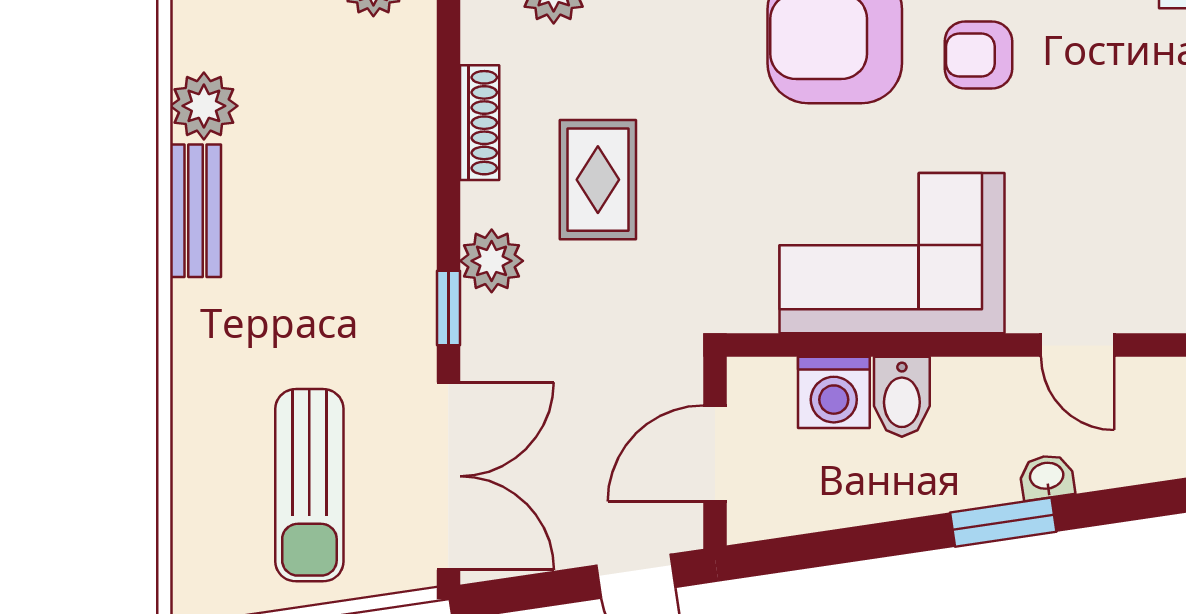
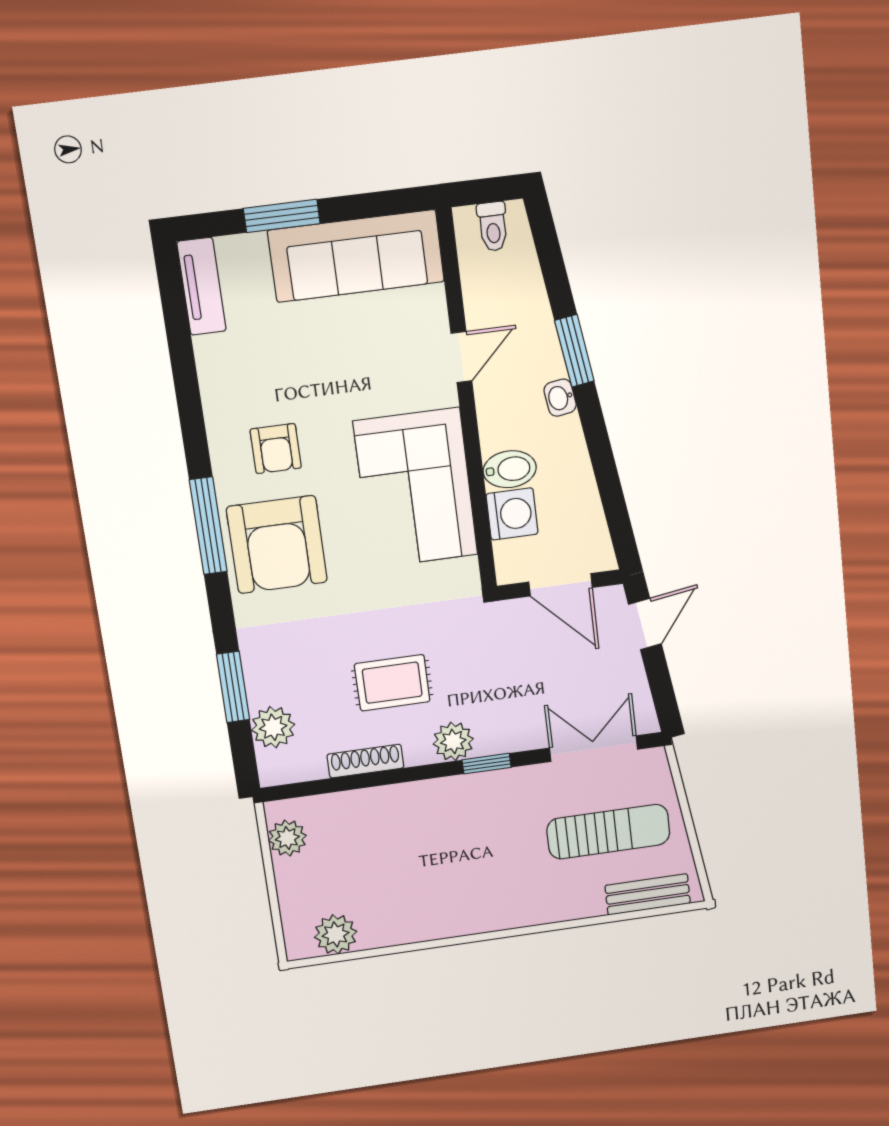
plant: (204, 106) -> (336, 934), moved
bench: (196, 211) -> (648, 894), moved
double door: (448, 476) -> (593, 749), width x0.73
washbasin: (1047, 477) -> (560, 398), moved
window: (1003, 522) -> (574, 351), moved

